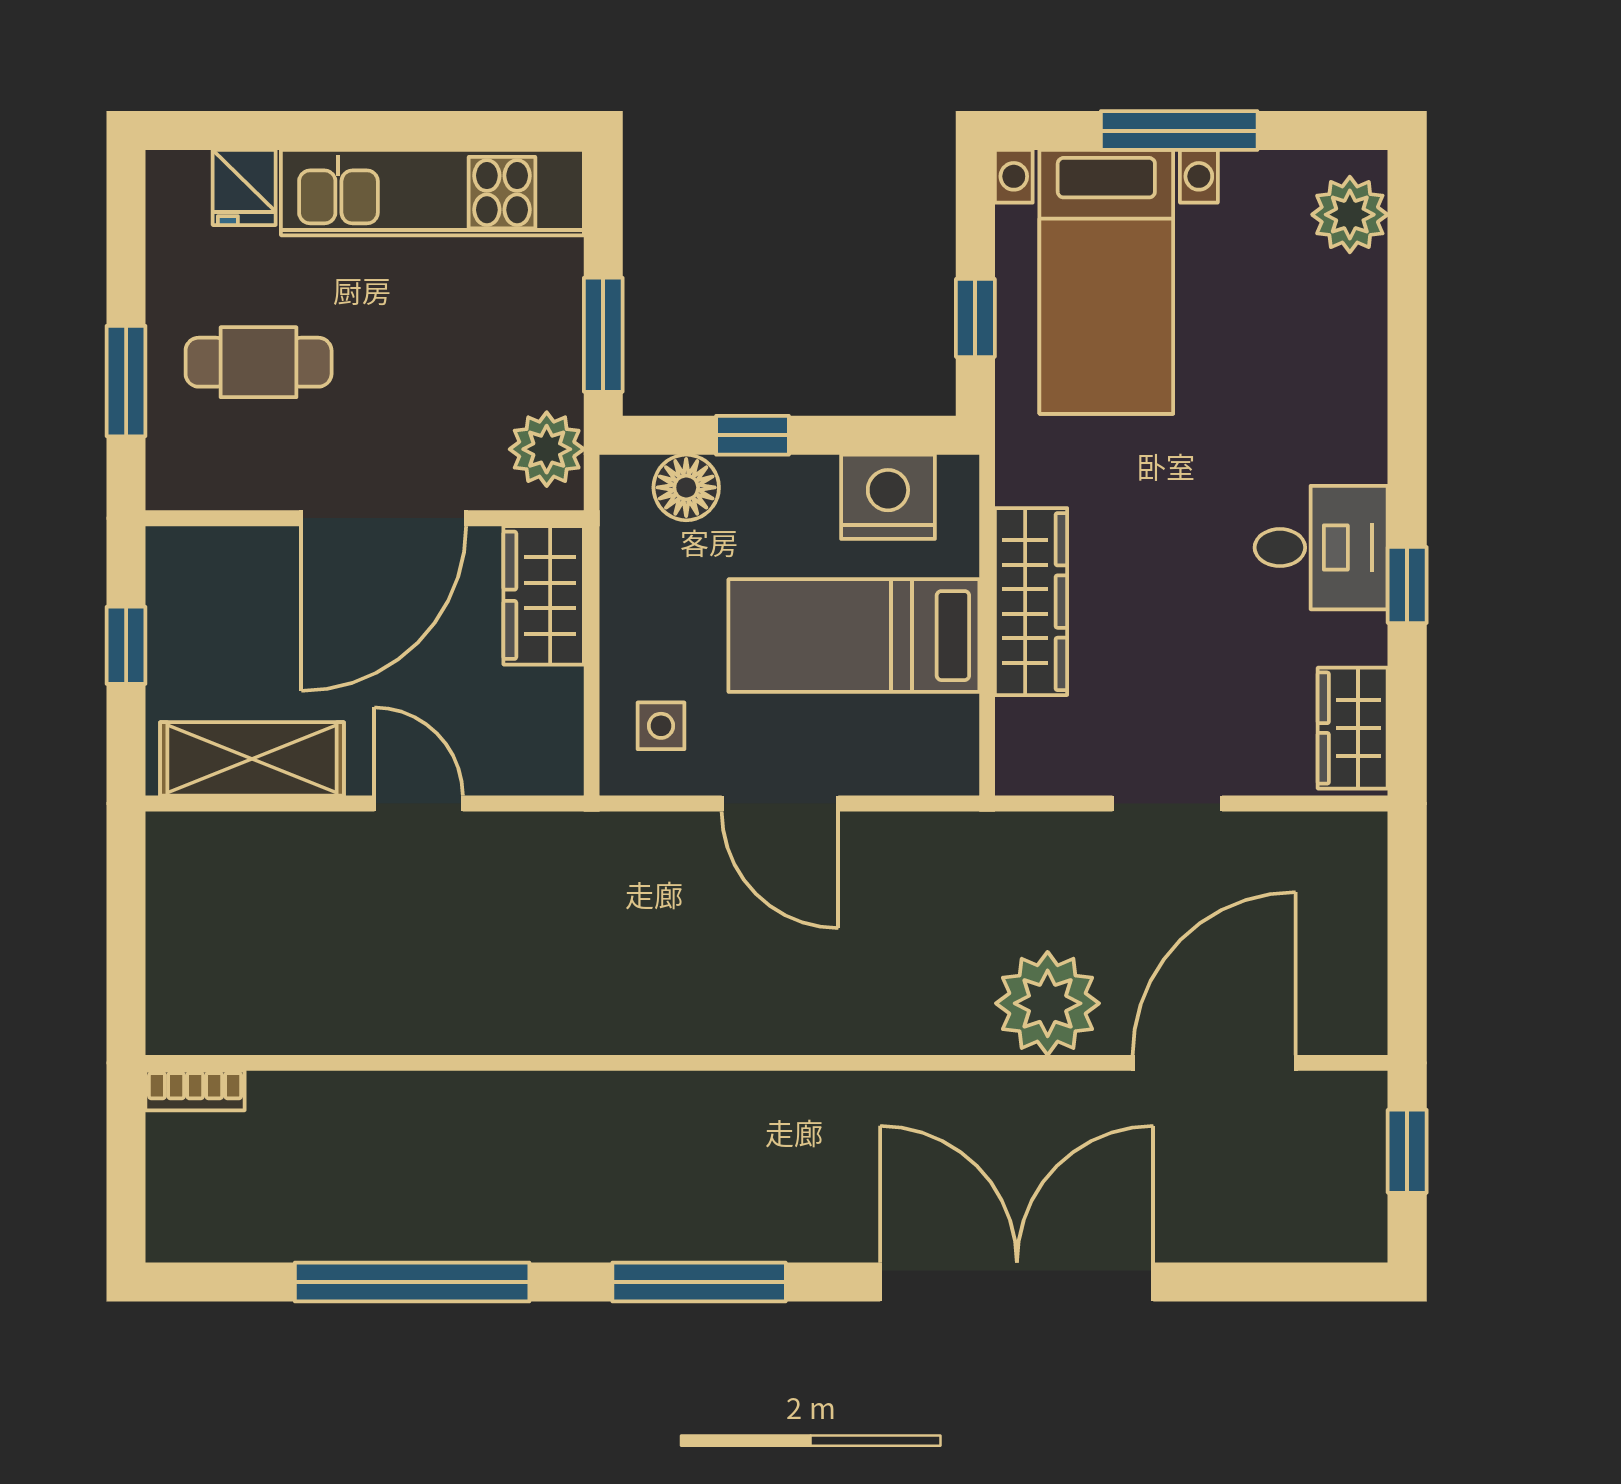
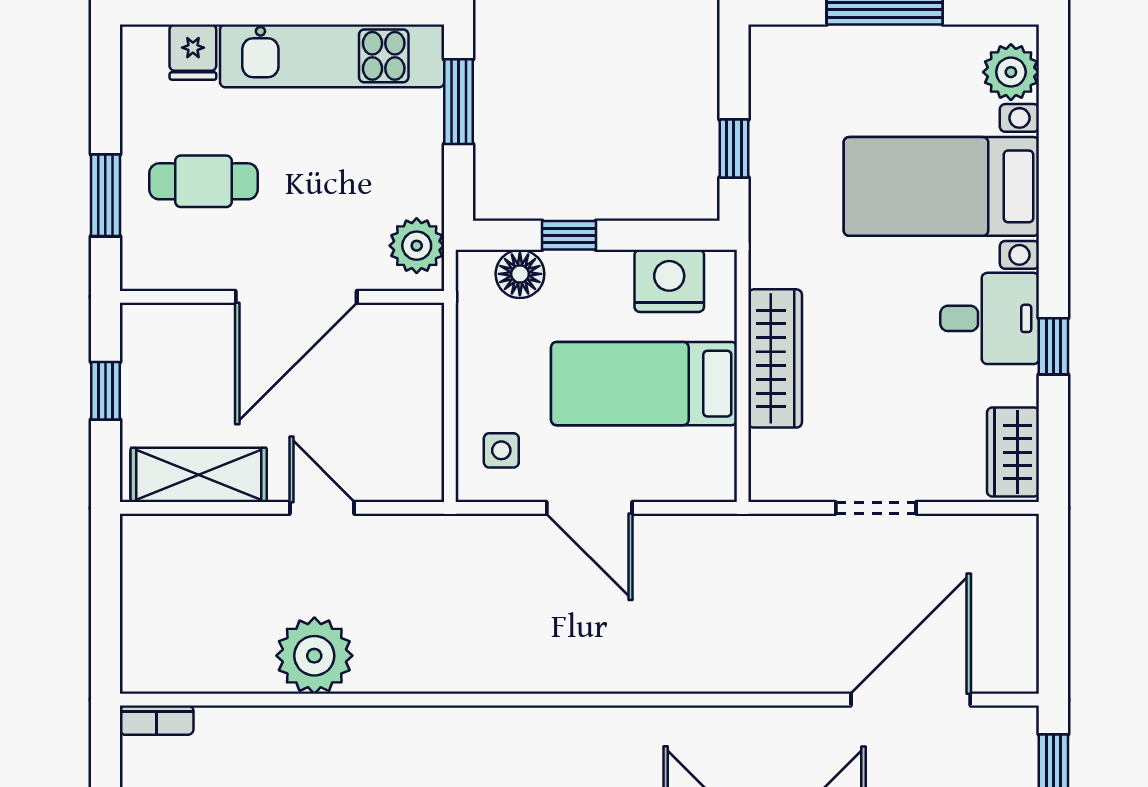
bed with nightstands: (1106, 282) -> (941, 186), moved, turned 90
window: (603, 335) -> (459, 102), moved
wardrobe: (544, 595) -> (414, 354), removed
plant: (1048, 1003) -> (314, 656), moved

